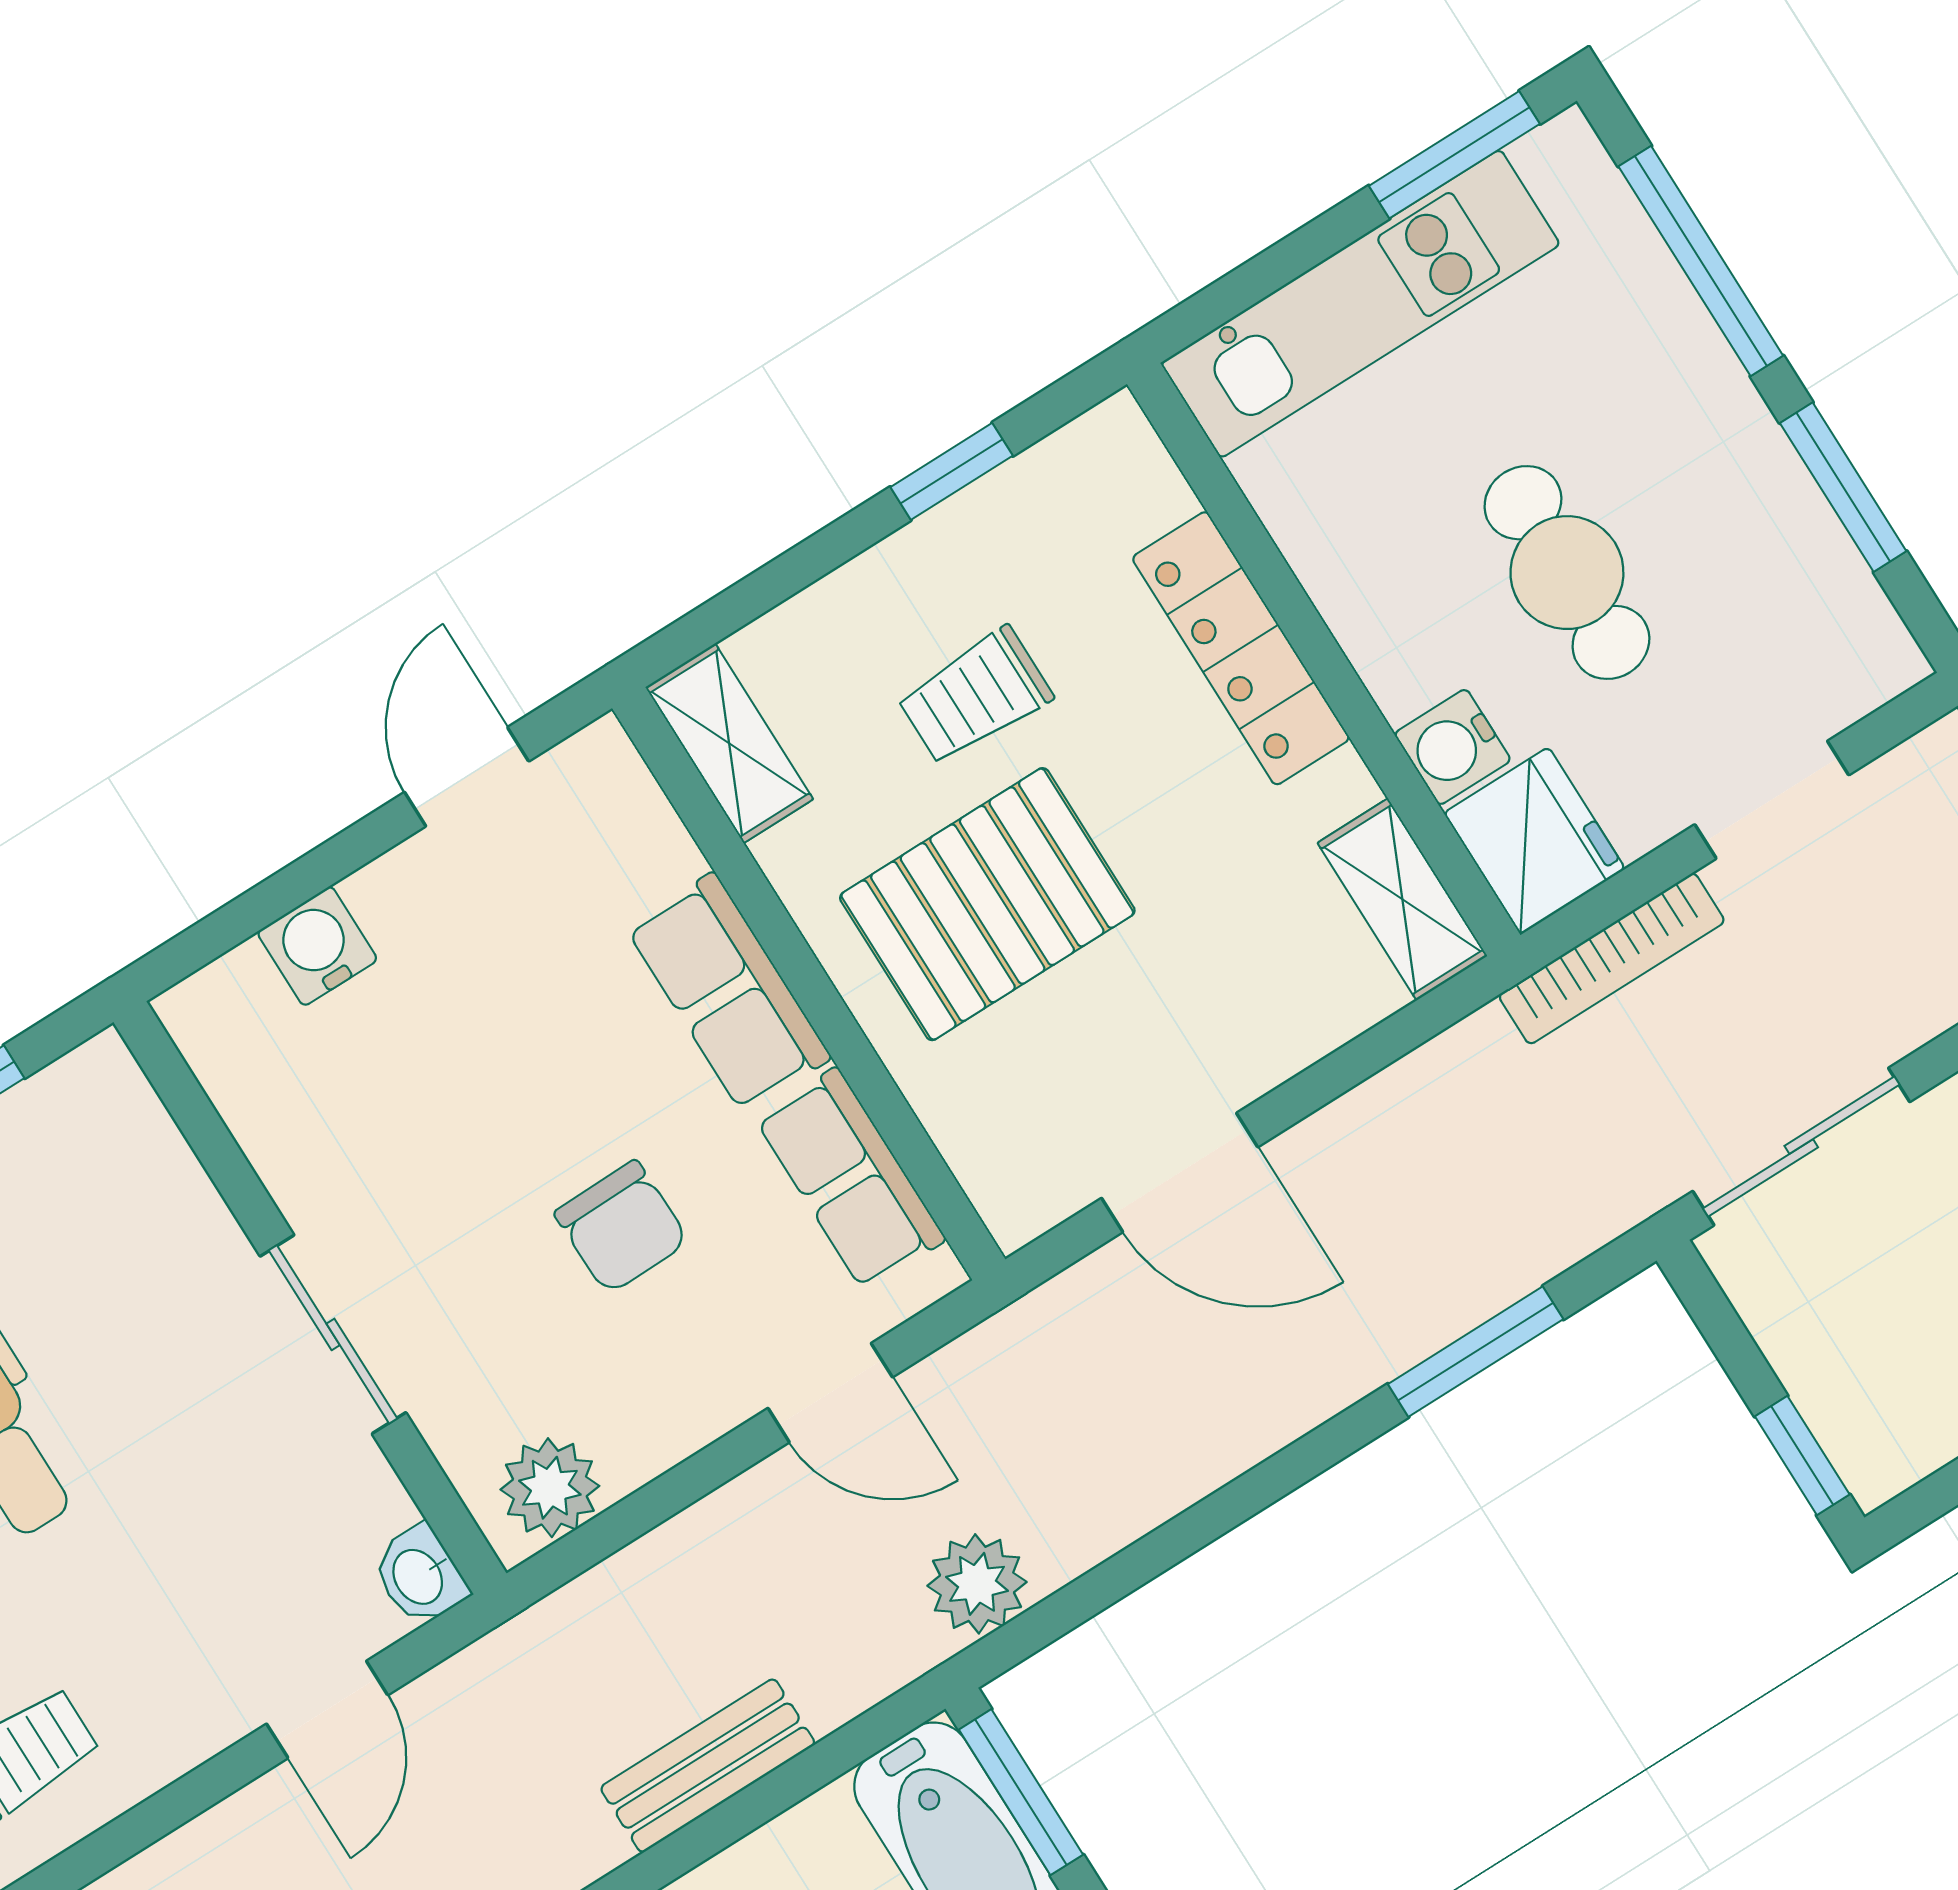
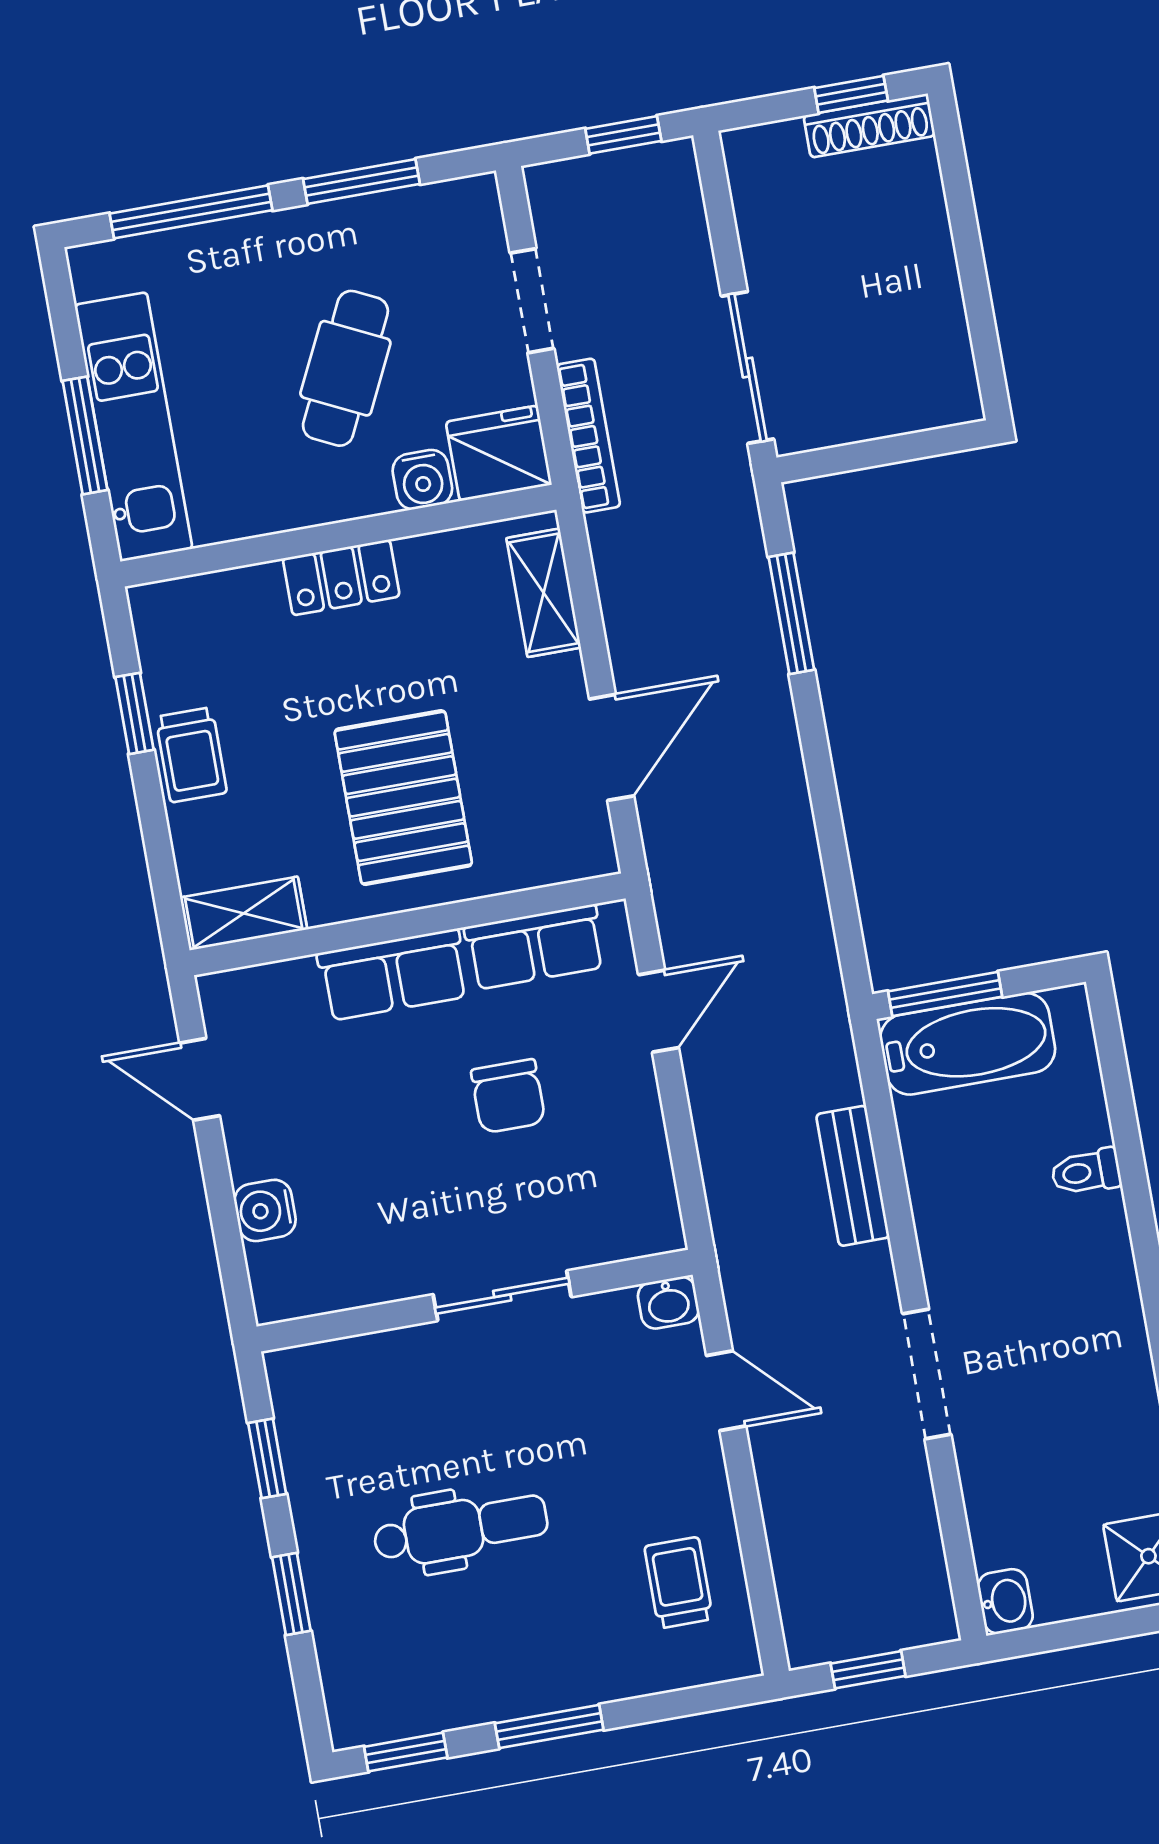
window: (1454, 155) -> (85, 435), moved
cafe table: (1567, 573) -> (345, 368), turned -64
locker: (1241, 648) -> (341, 577), width x0.66
trolley: (975, 696) -> (191, 755), moved
shelving: (1402, 899) -> (544, 593), moved, turned 90
chair: (622, 1227) -> (508, 1096), turned 91
window: (1802, 1455) -> (933, 442), removed
plant: (550, 1488) -> (647, 1203), removed
plant: (977, 1584) -> (809, 970), removed

